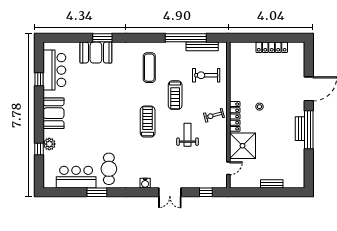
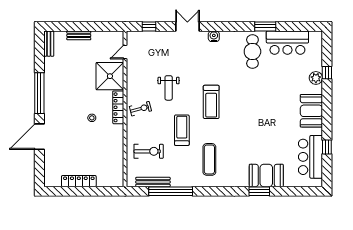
bench: (300, 129) -> (49, 44), moved

